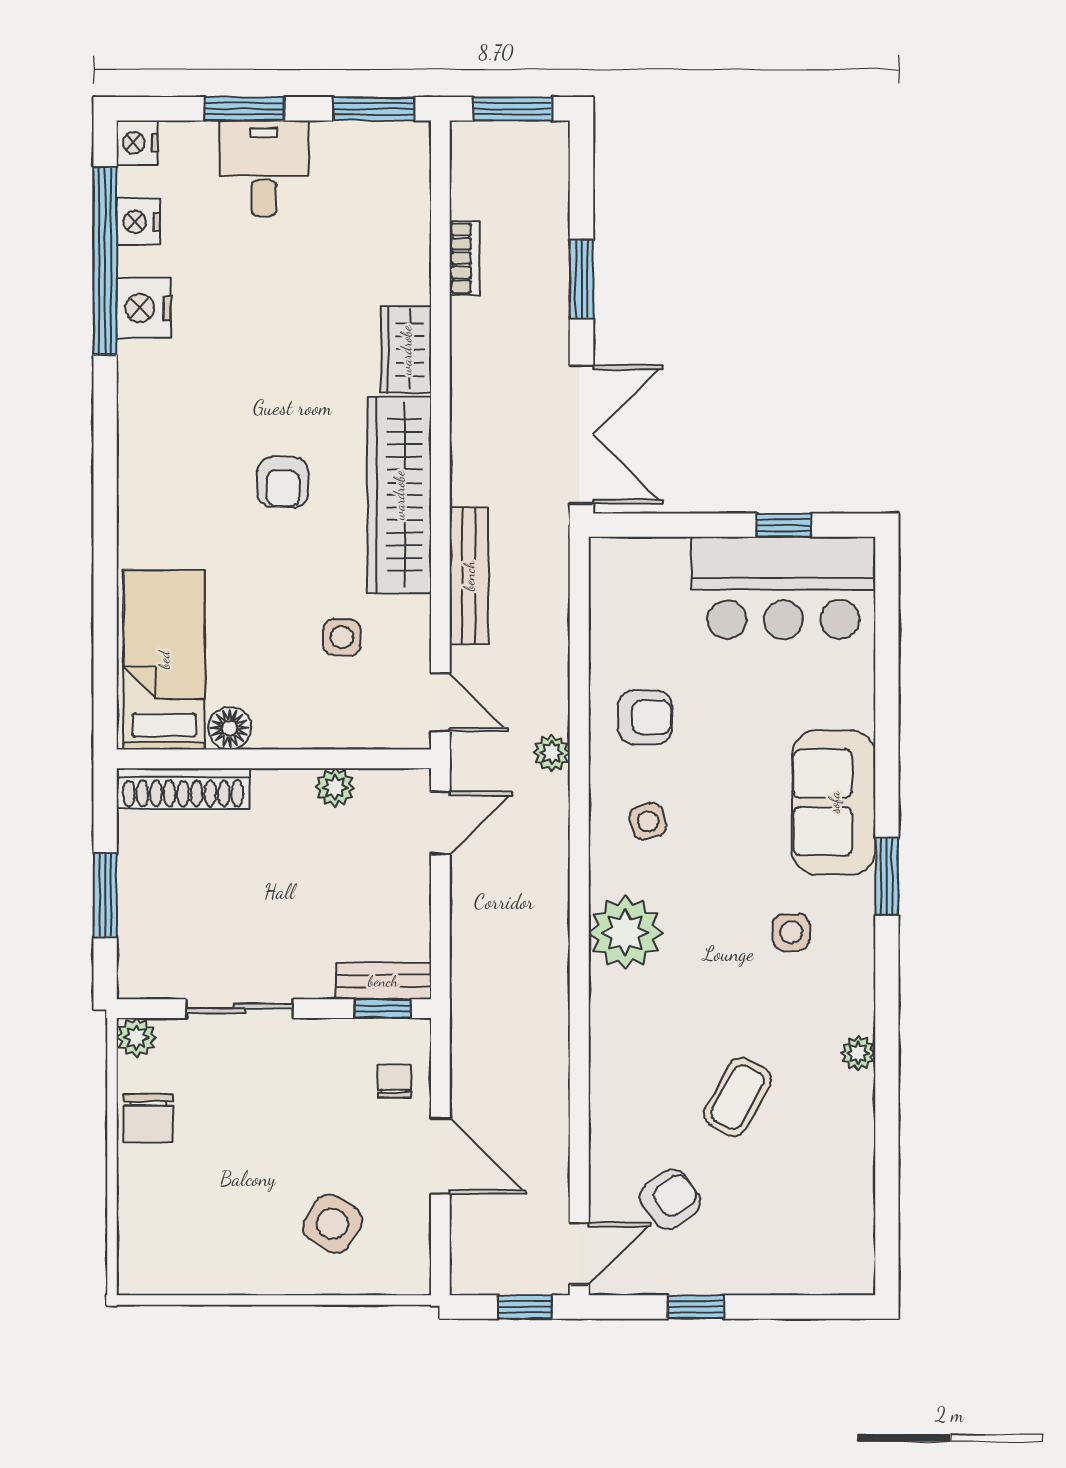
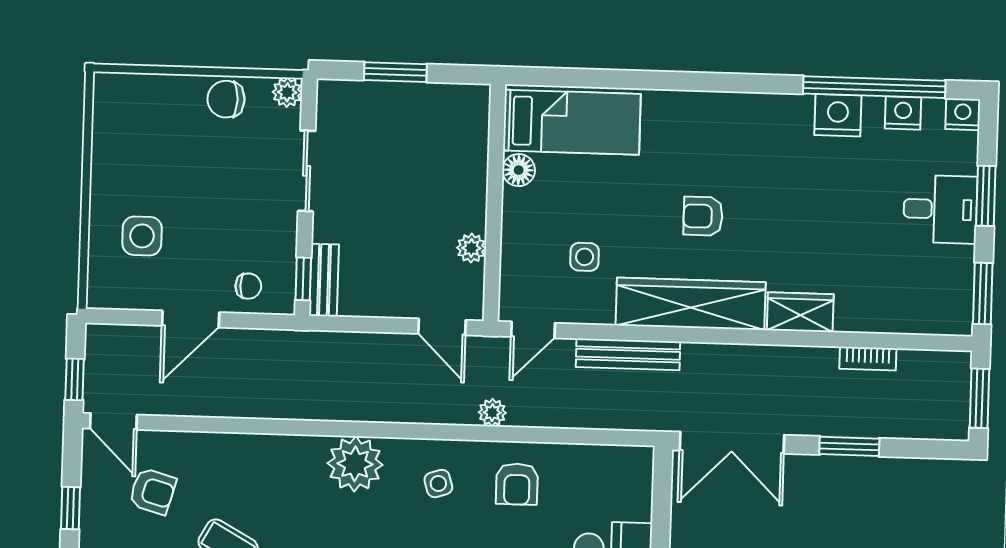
shoe rack: (183, 789) -> (474, 133), removed
armchair: (670, 1199) -> (153, 491), turned -38
side table: (332, 1224) -> (142, 236), turned -32

